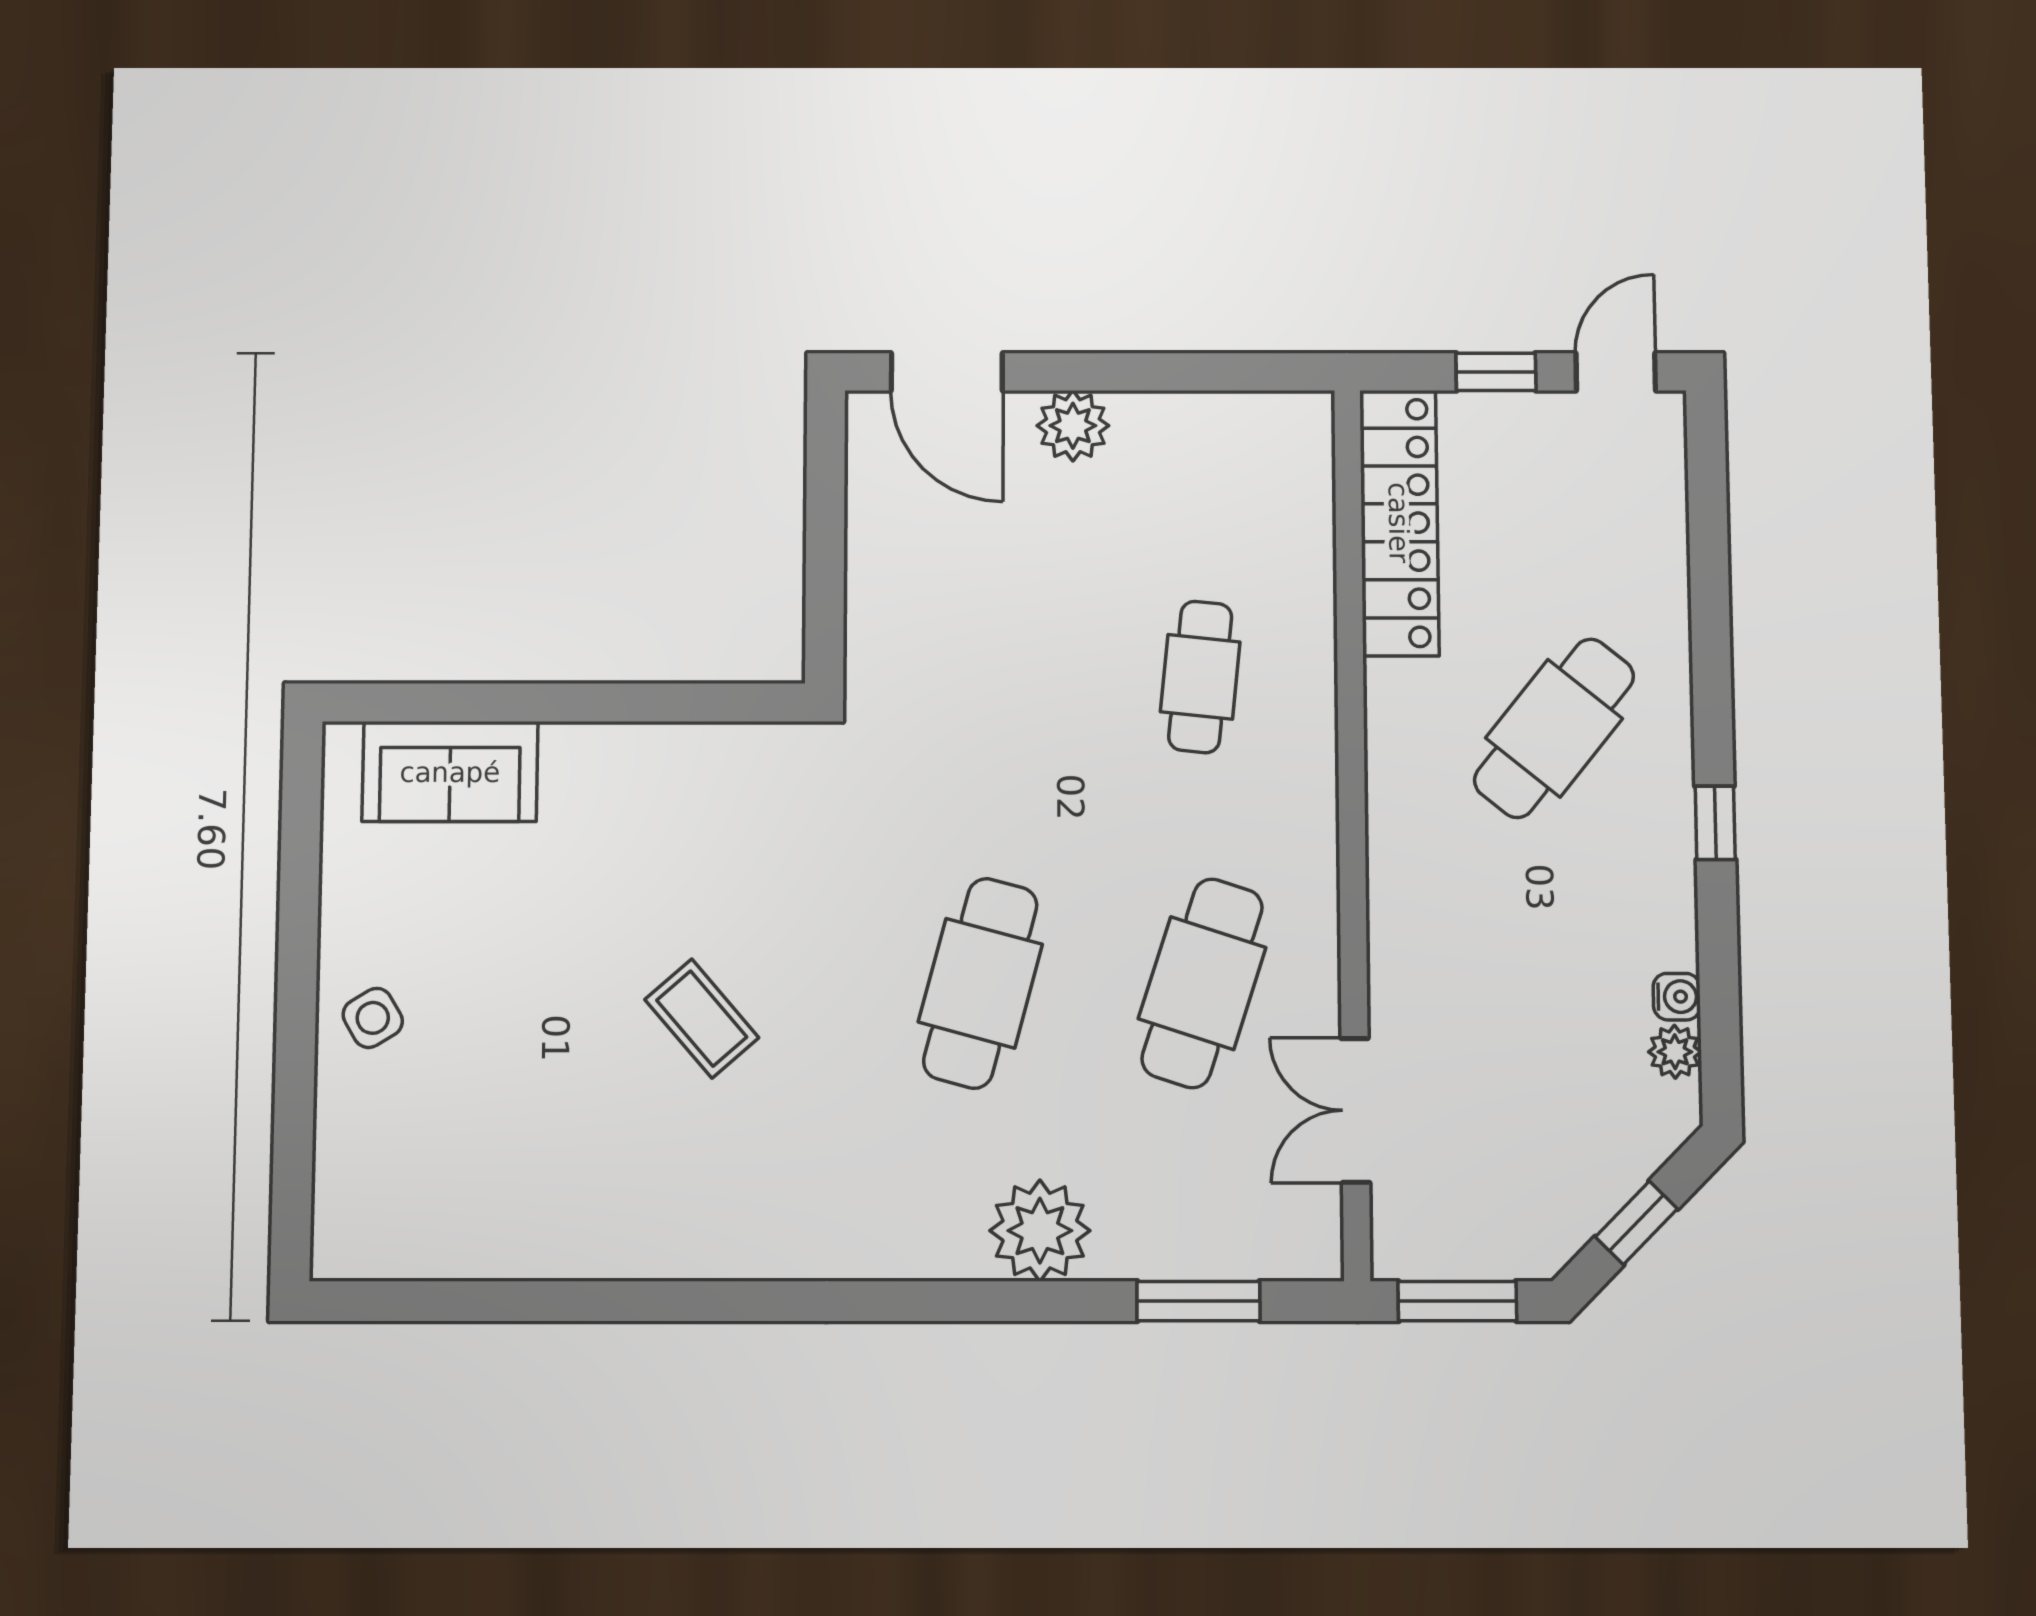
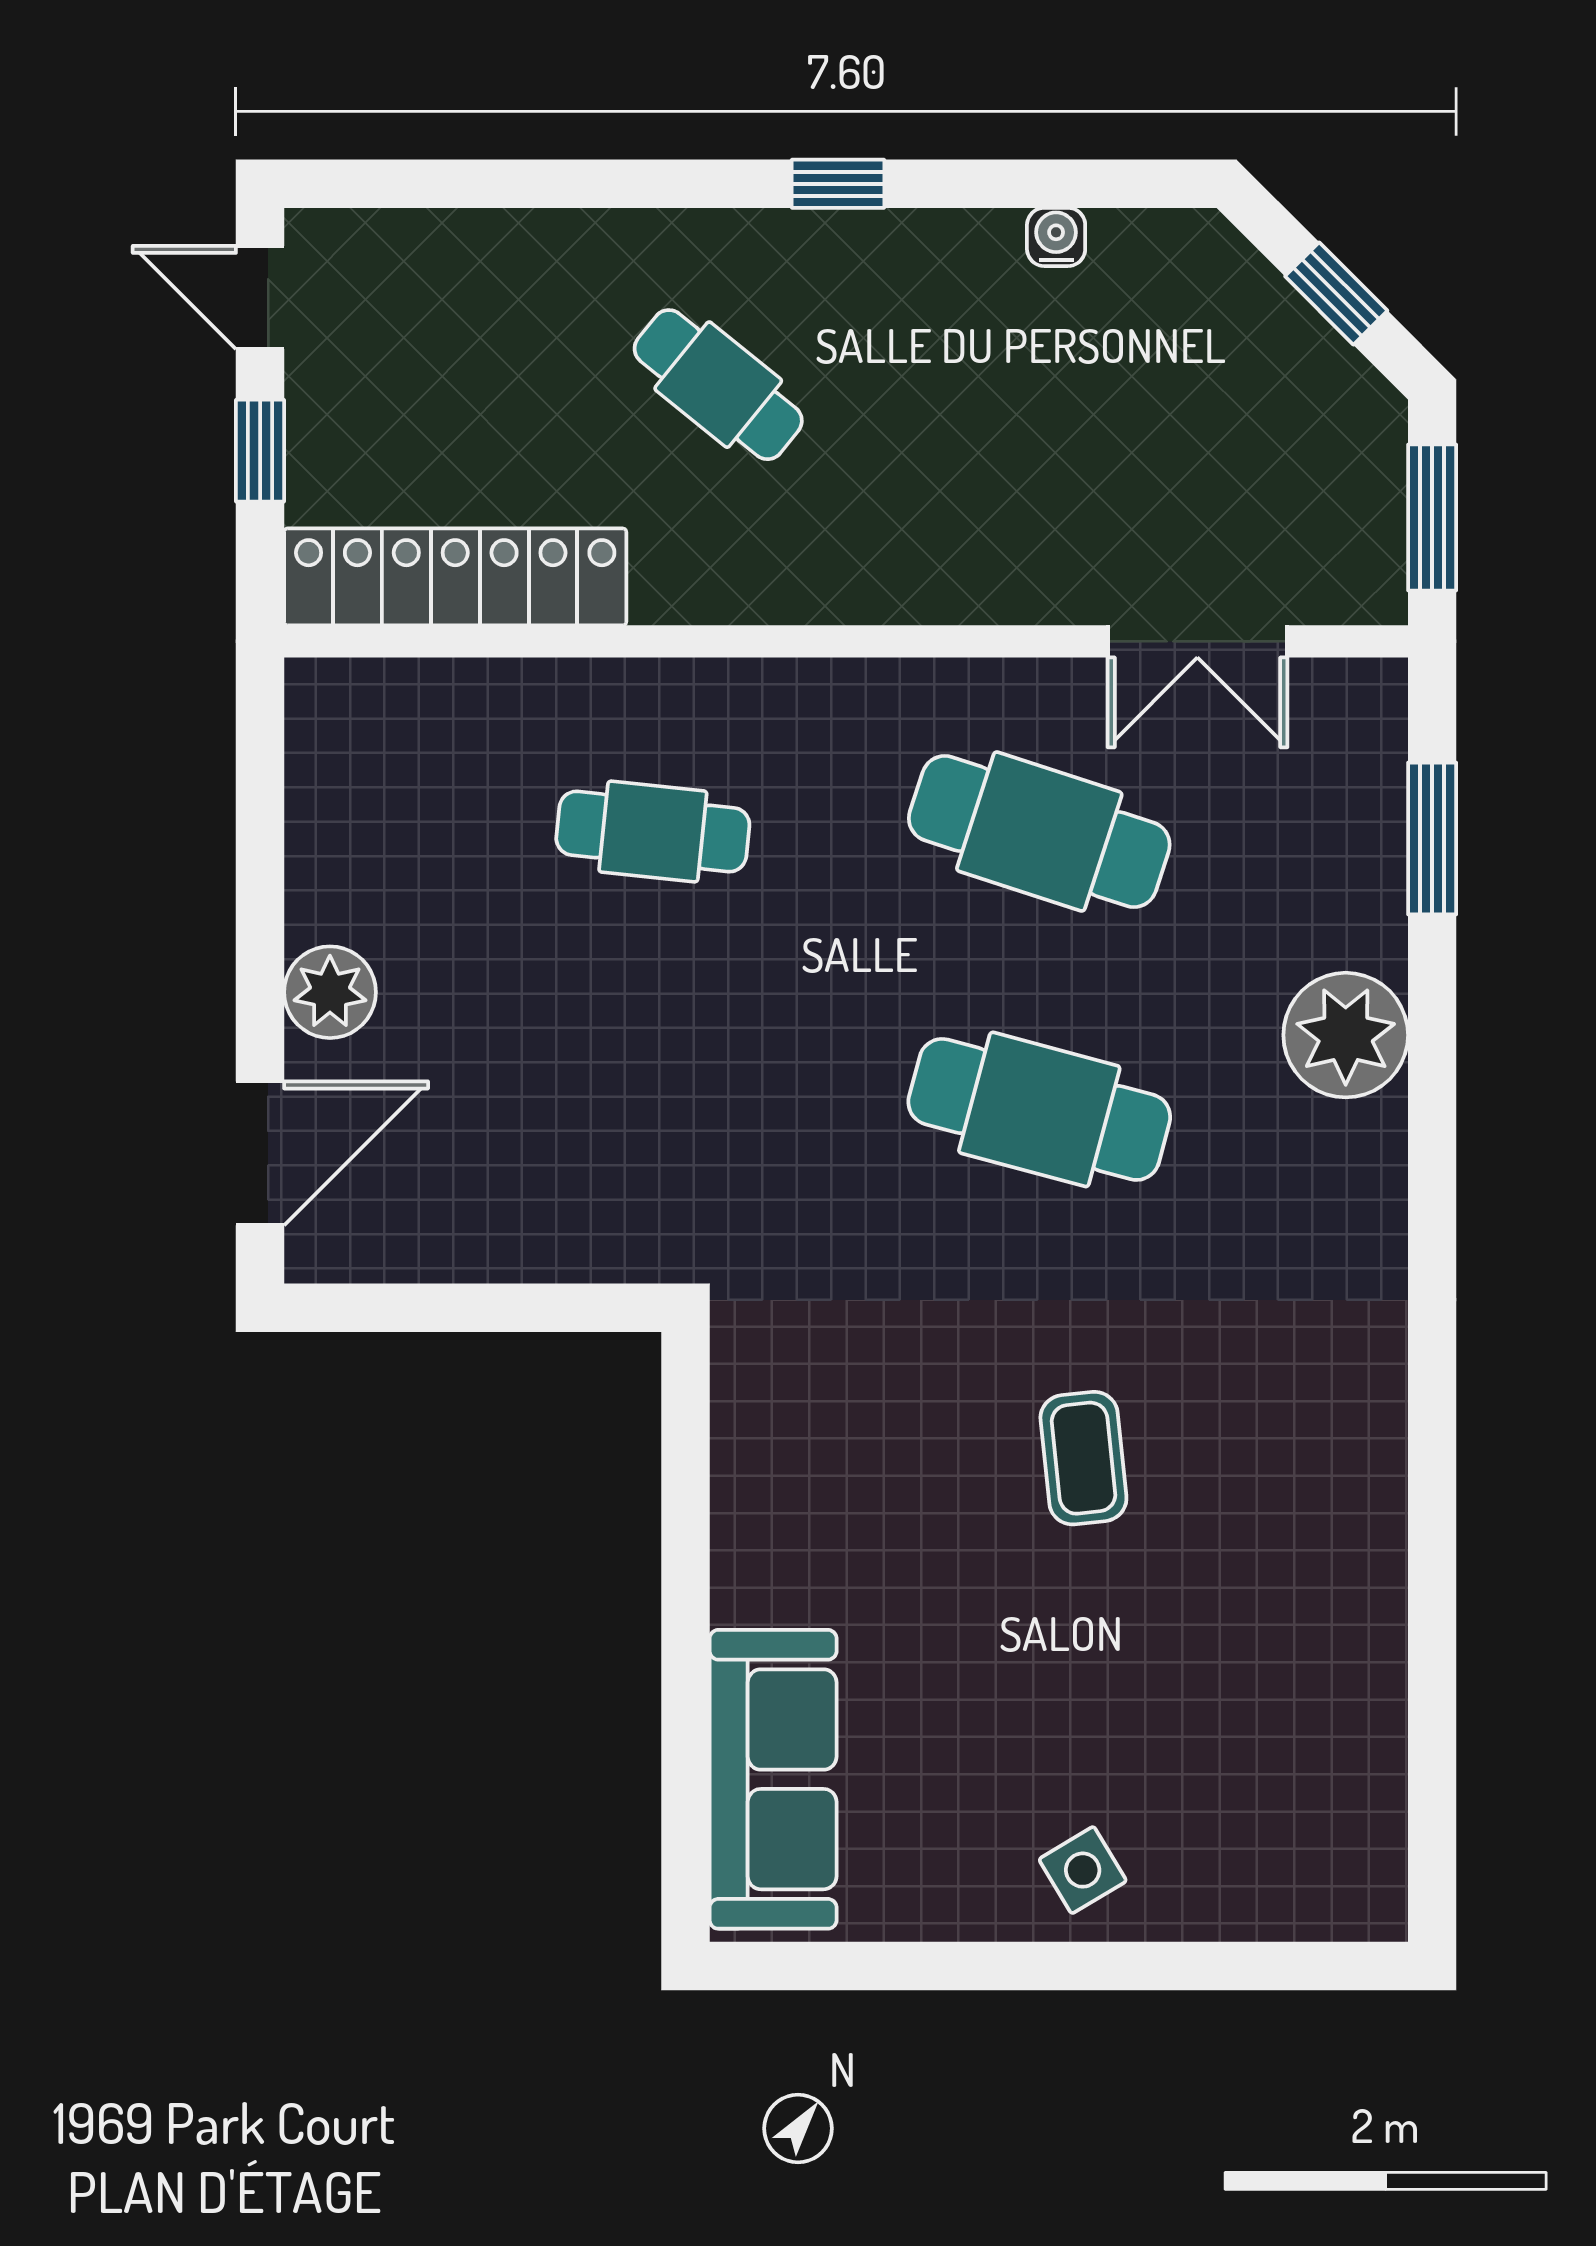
cafe table: (1554, 728) -> (718, 385), width x0.73, depth x0.74
sofa: (450, 772) -> (773, 1779), width x1.36
coffee table: (702, 1019) -> (1083, 1458), turned -55
plant: (1675, 1052) -> (1125, 241), removed

